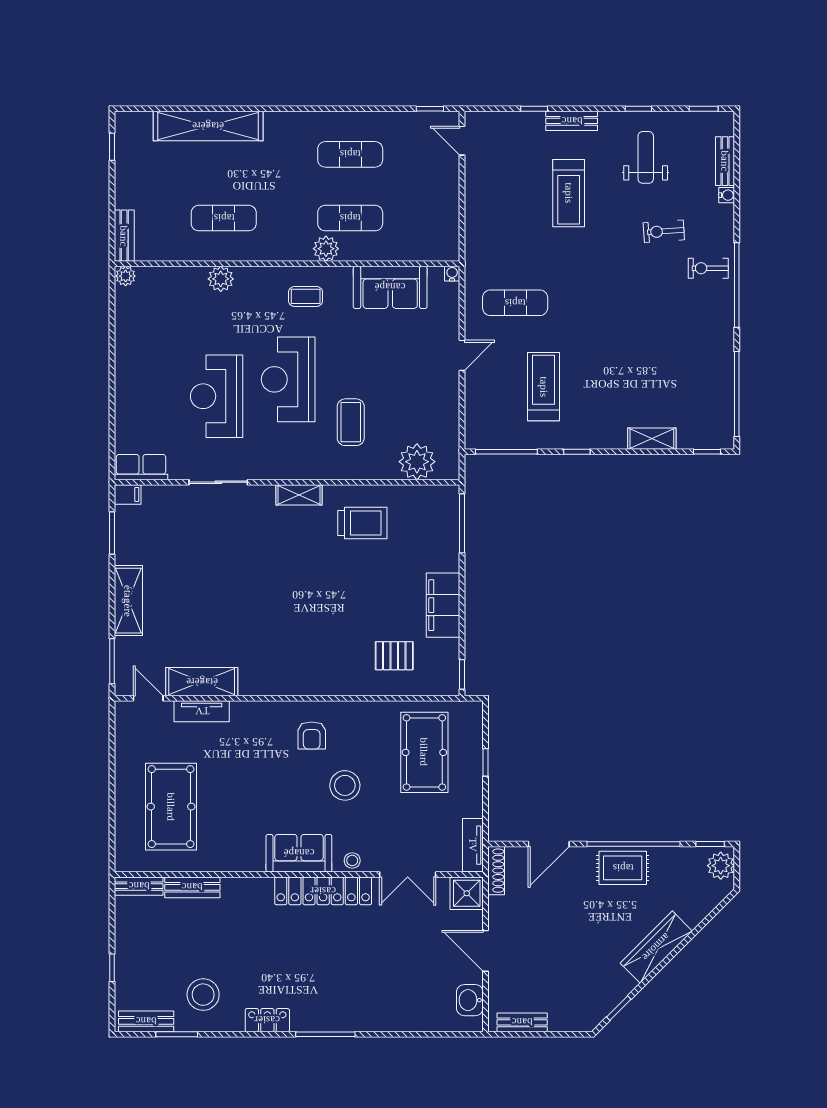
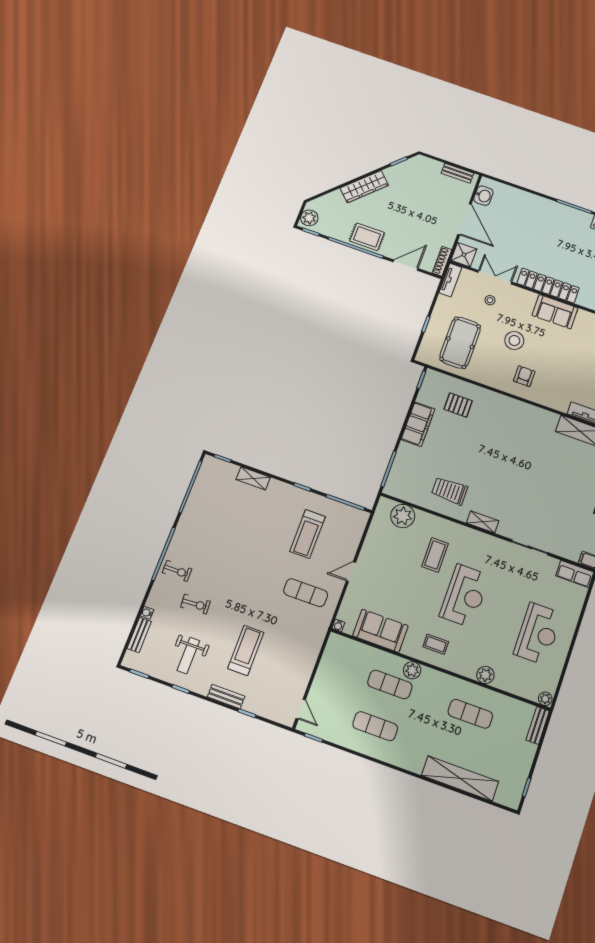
reception desk: (217, 396) -> (538, 634), moved
stool: (352, 860) -> (490, 300), moved
door: (485, 951) -> (465, 219), width x1.36

